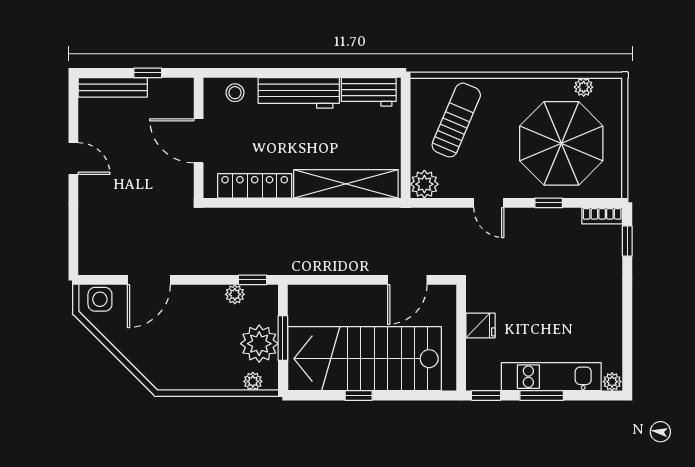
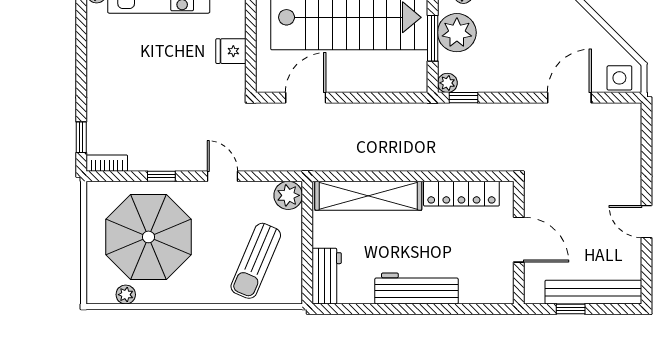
bench: (113, 87) -> (593, 292), width x1.37, depth x1.21
workbench: (369, 92) -> (327, 276), moved, turned 90
stool: (235, 93) -> (482, 289), removed
plant: (235, 294) -> (447, 83), moved

